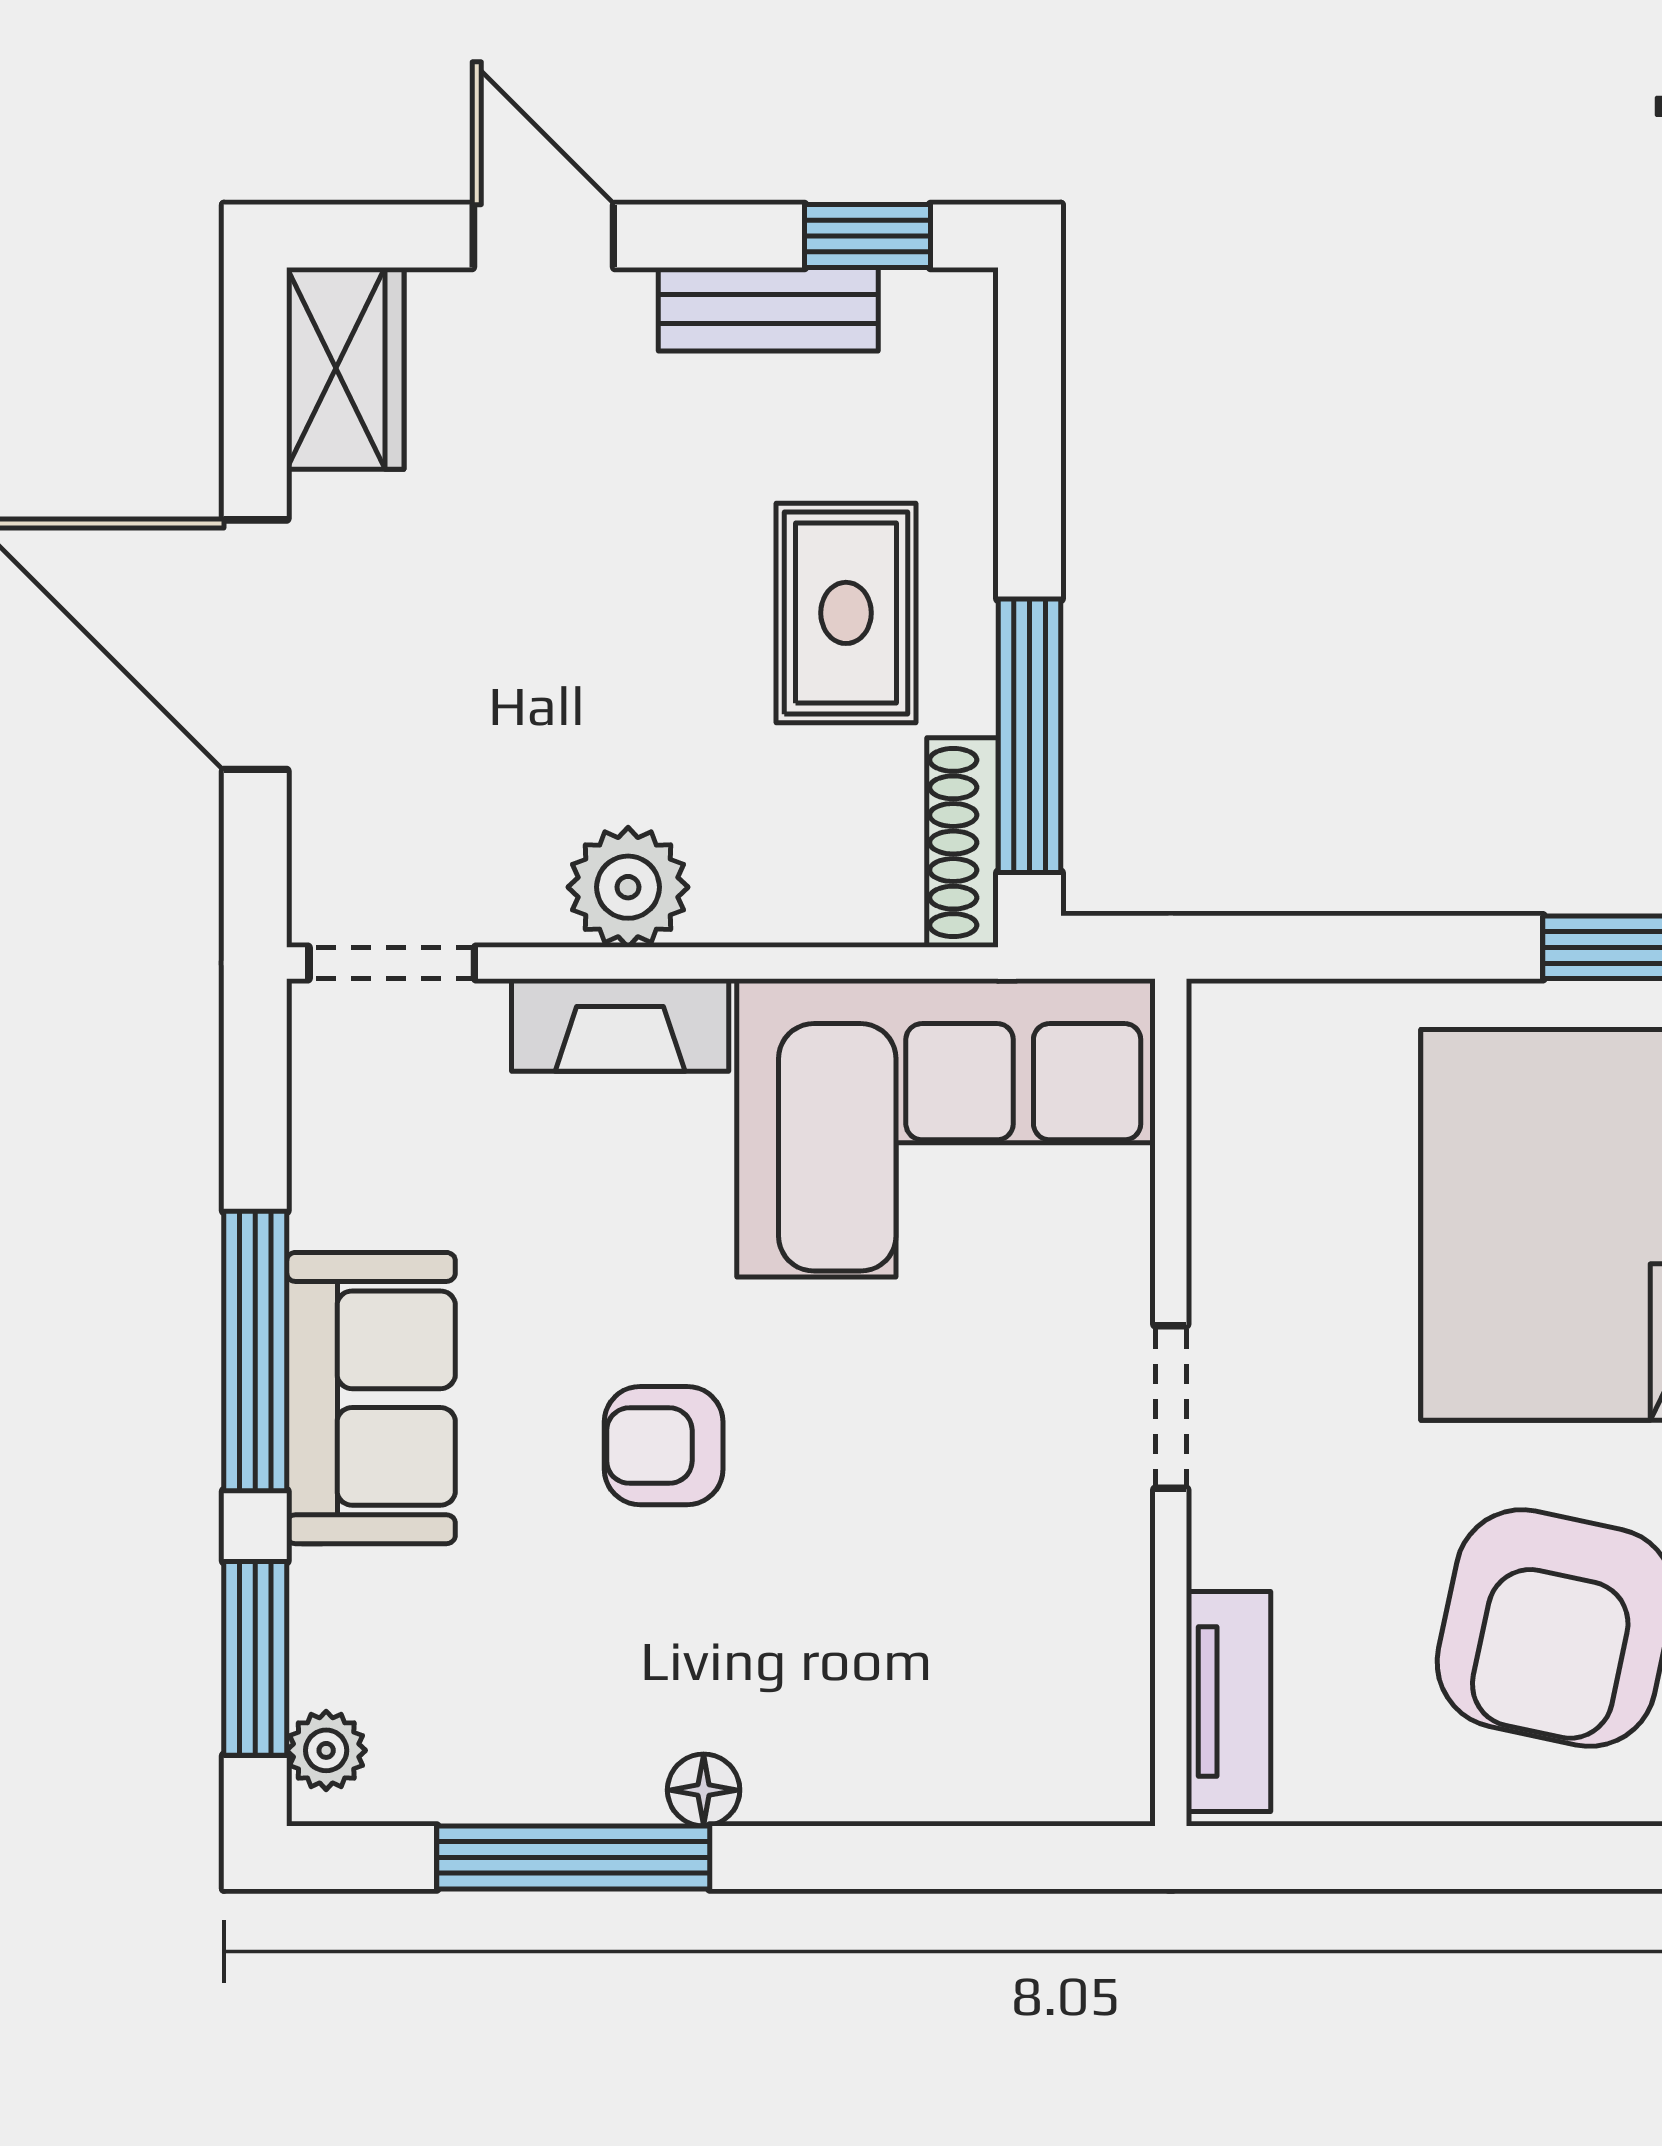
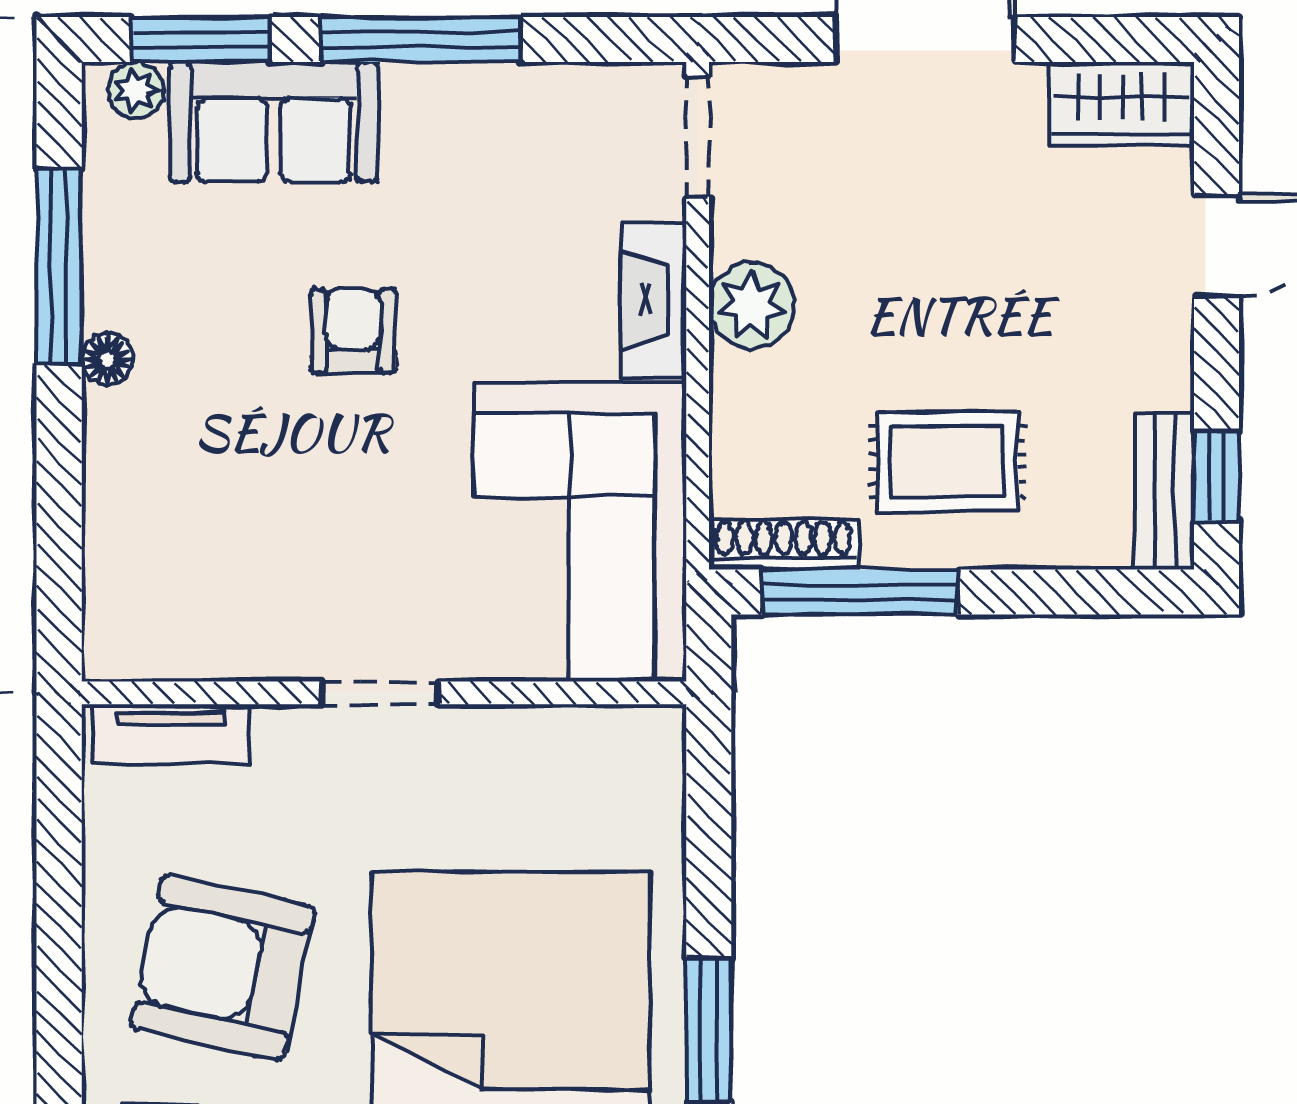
bench: (768, 309) -> (1164, 491), moved
sofa: (371, 1398) -> (274, 122), moved

